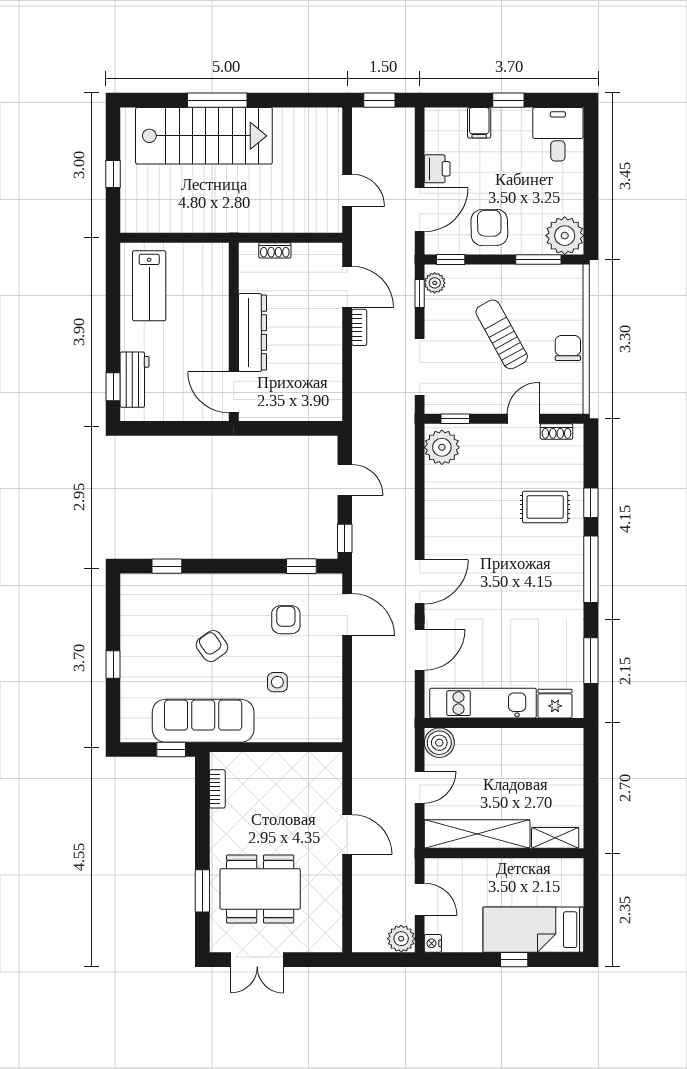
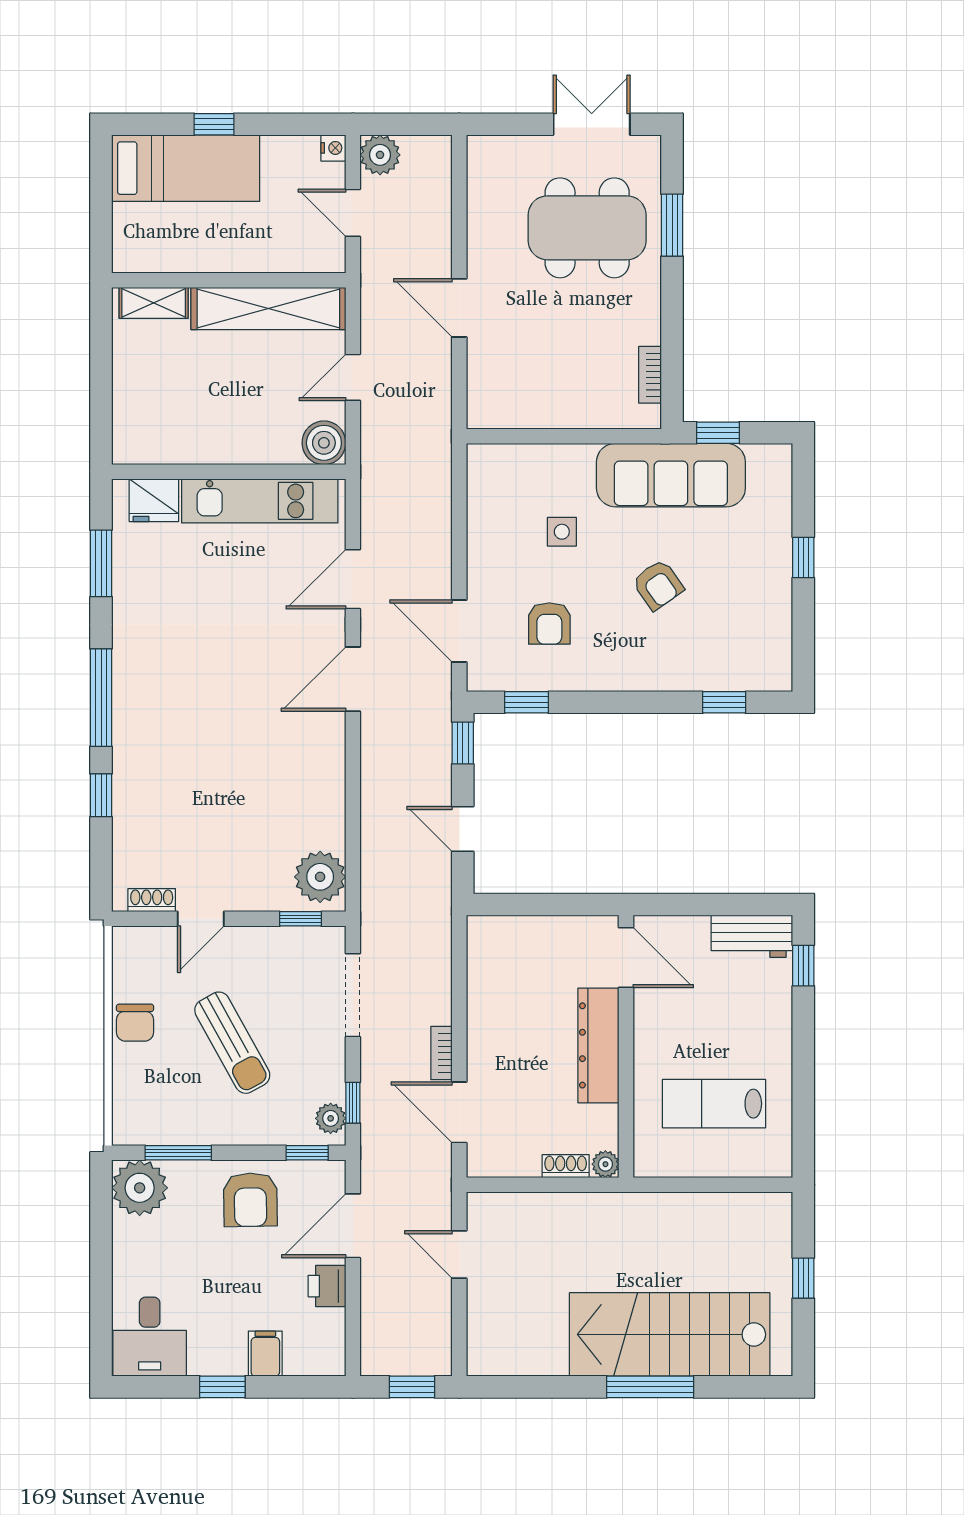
plant: (248, 252) -> (605, 1164), added
lab bench: (149, 286) -> (714, 1104), moved, turned -90
workbench: (135, 380) -> (752, 936), moved, turned -90
rug: (545, 507) -> (168, 789), removed

